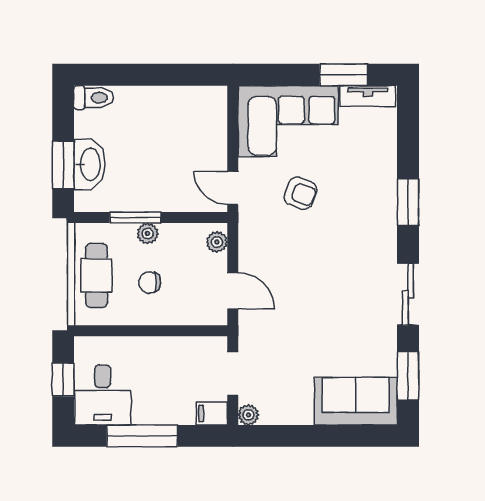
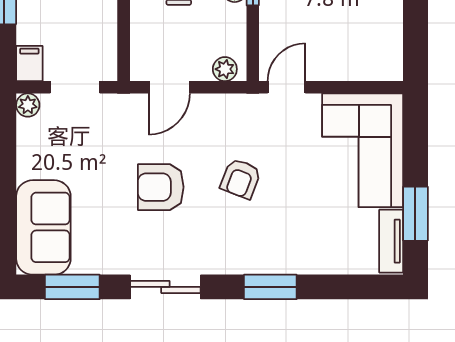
armchair: (300, 193) -> (241, 179), moved
armchair: (320, 298) -> (161, 187), added

